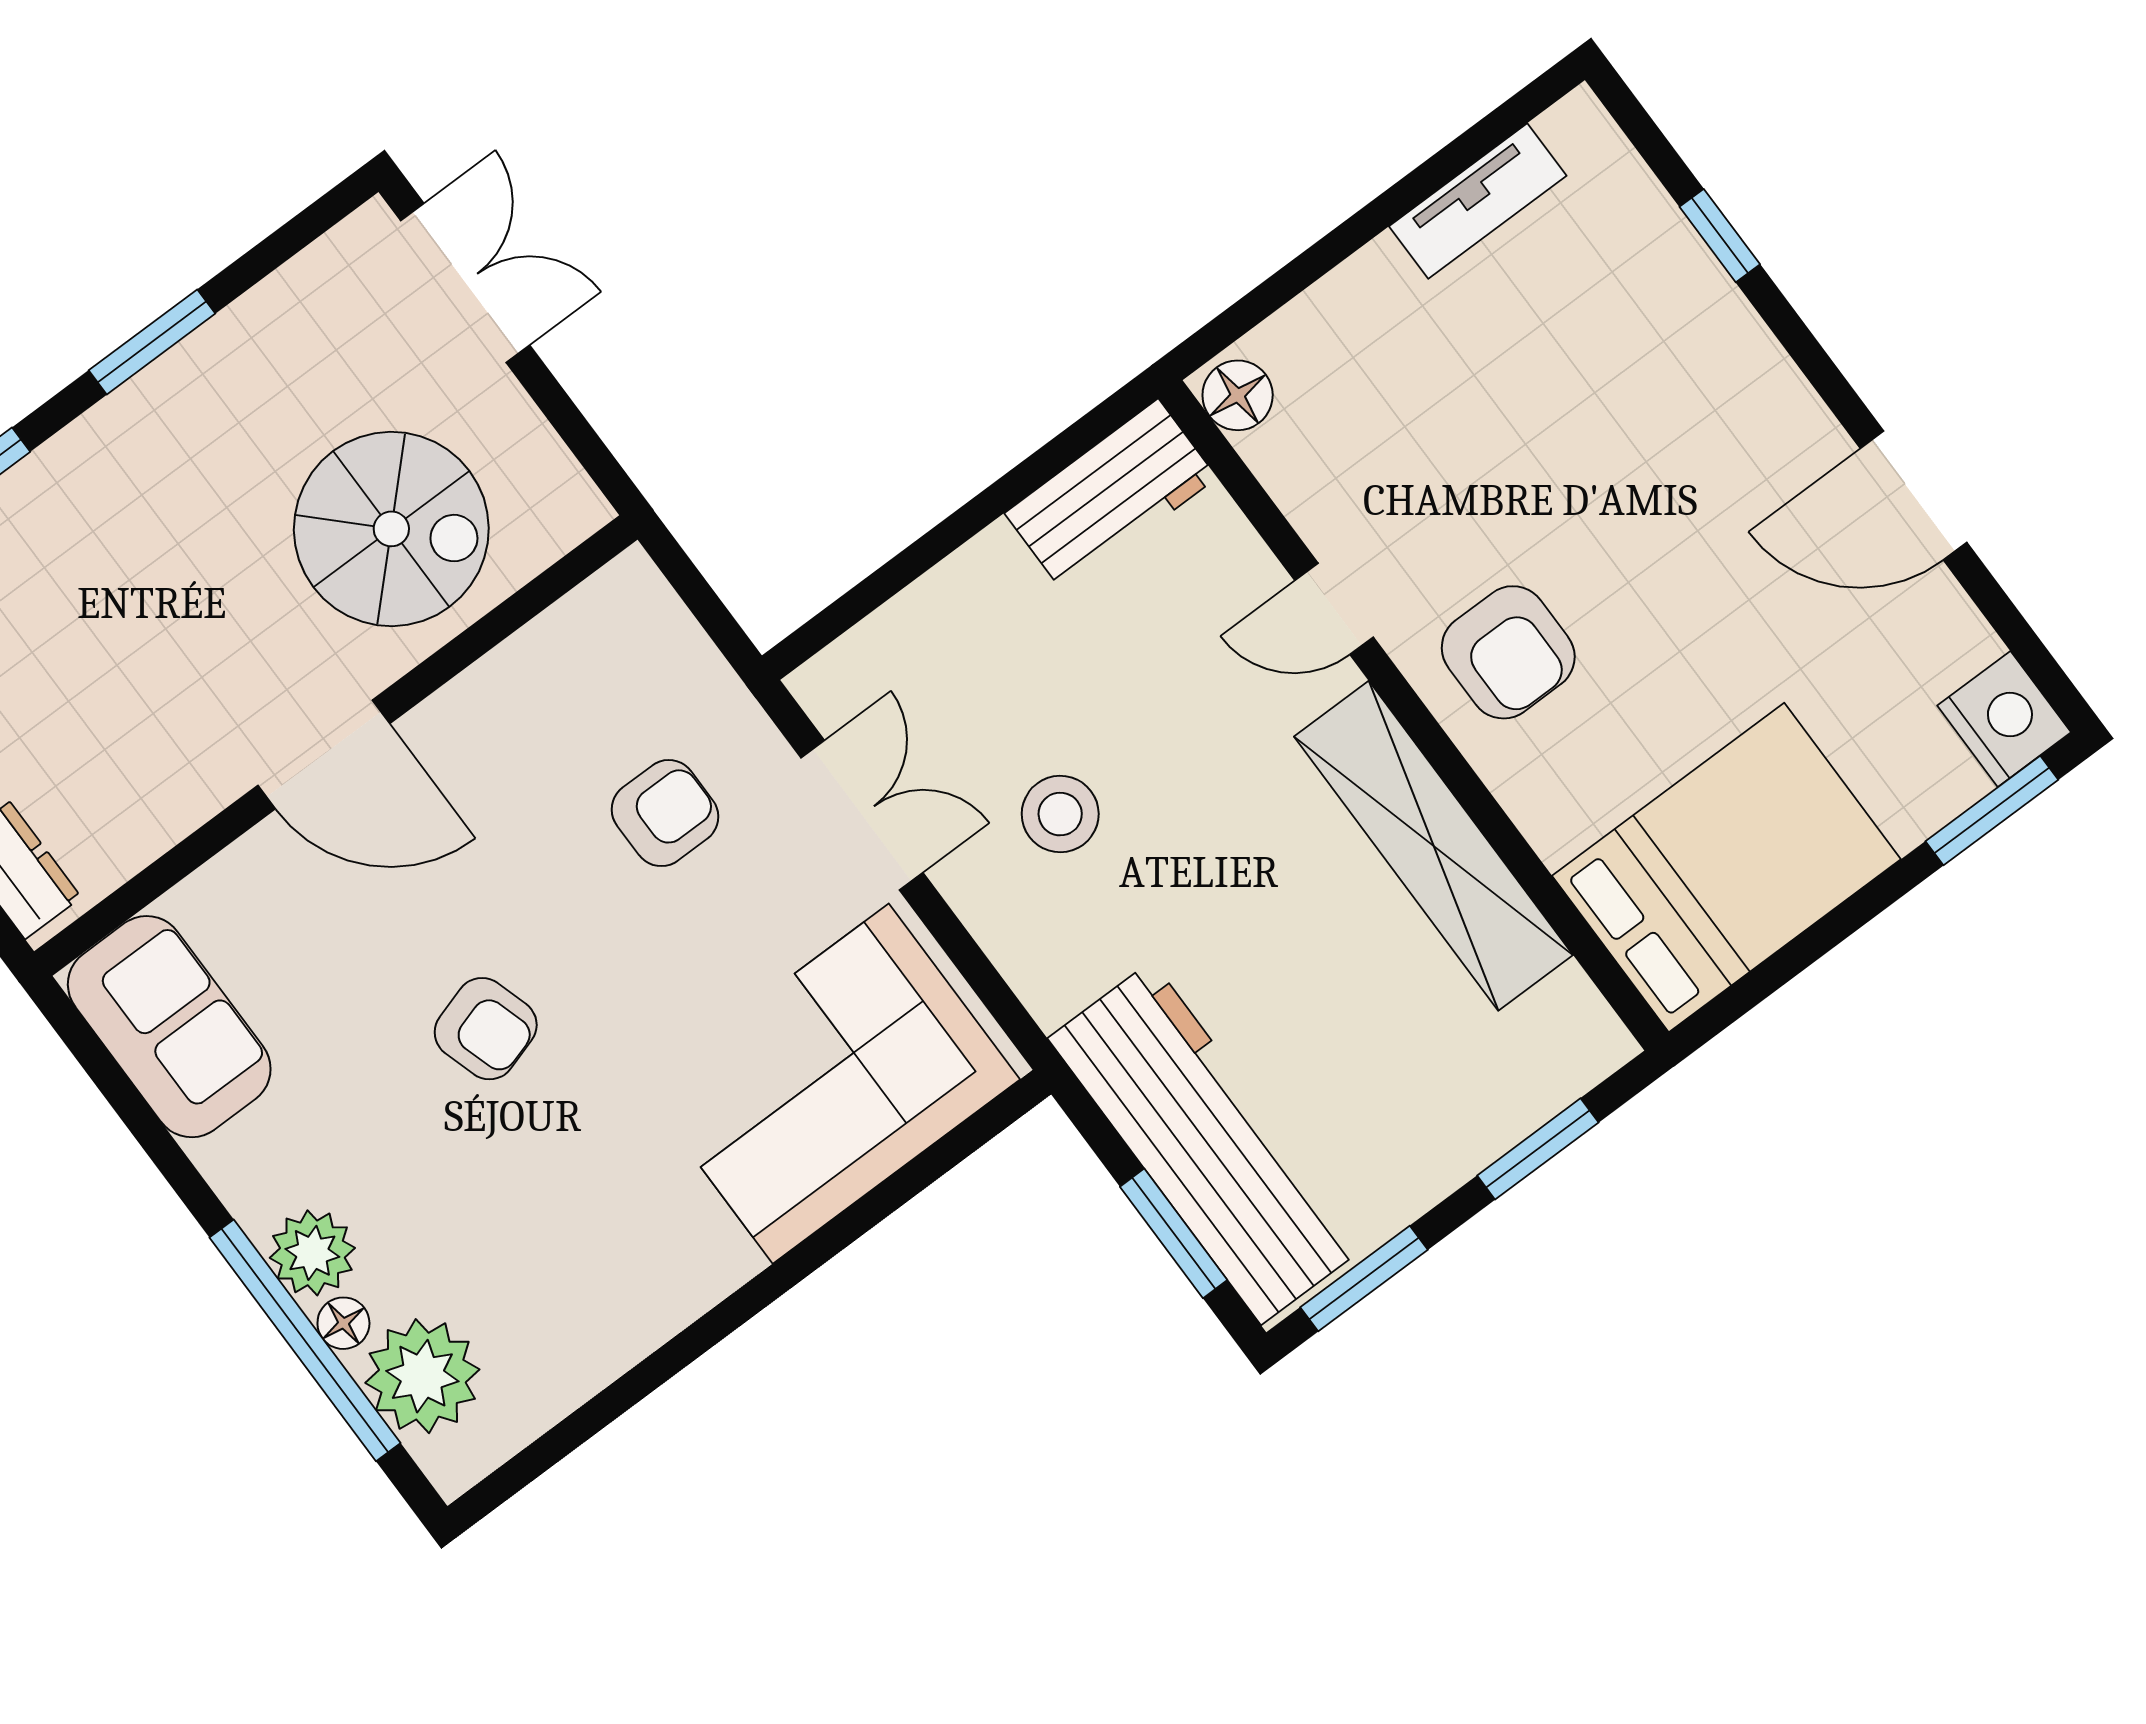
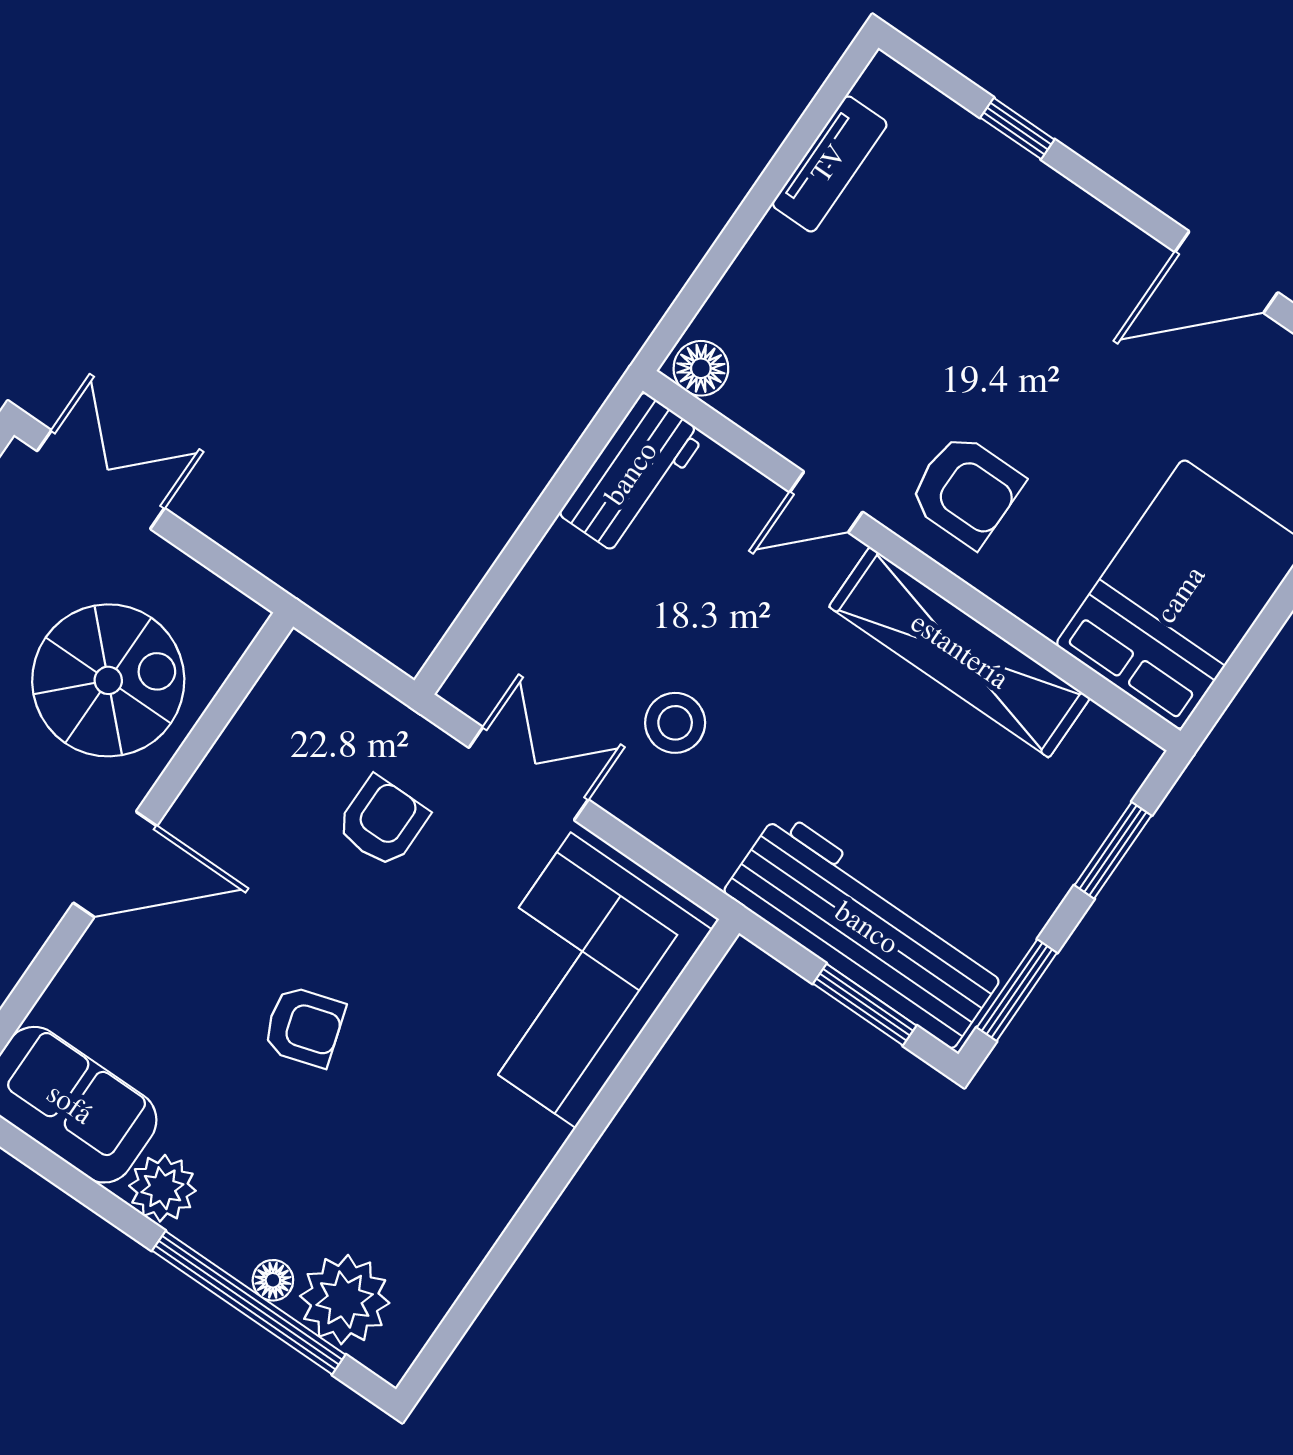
plant: (312, 1253) -> (162, 1188), moved

